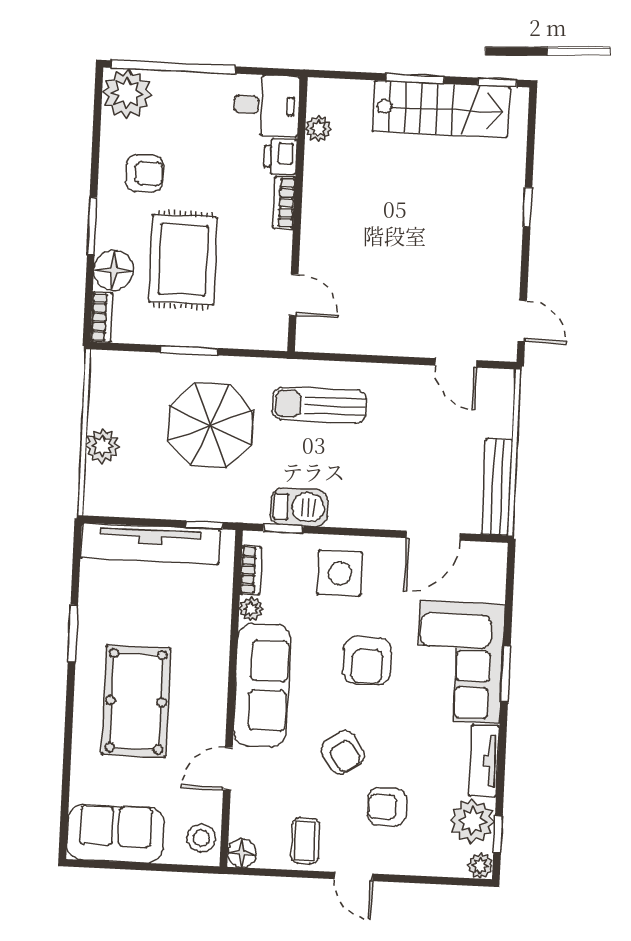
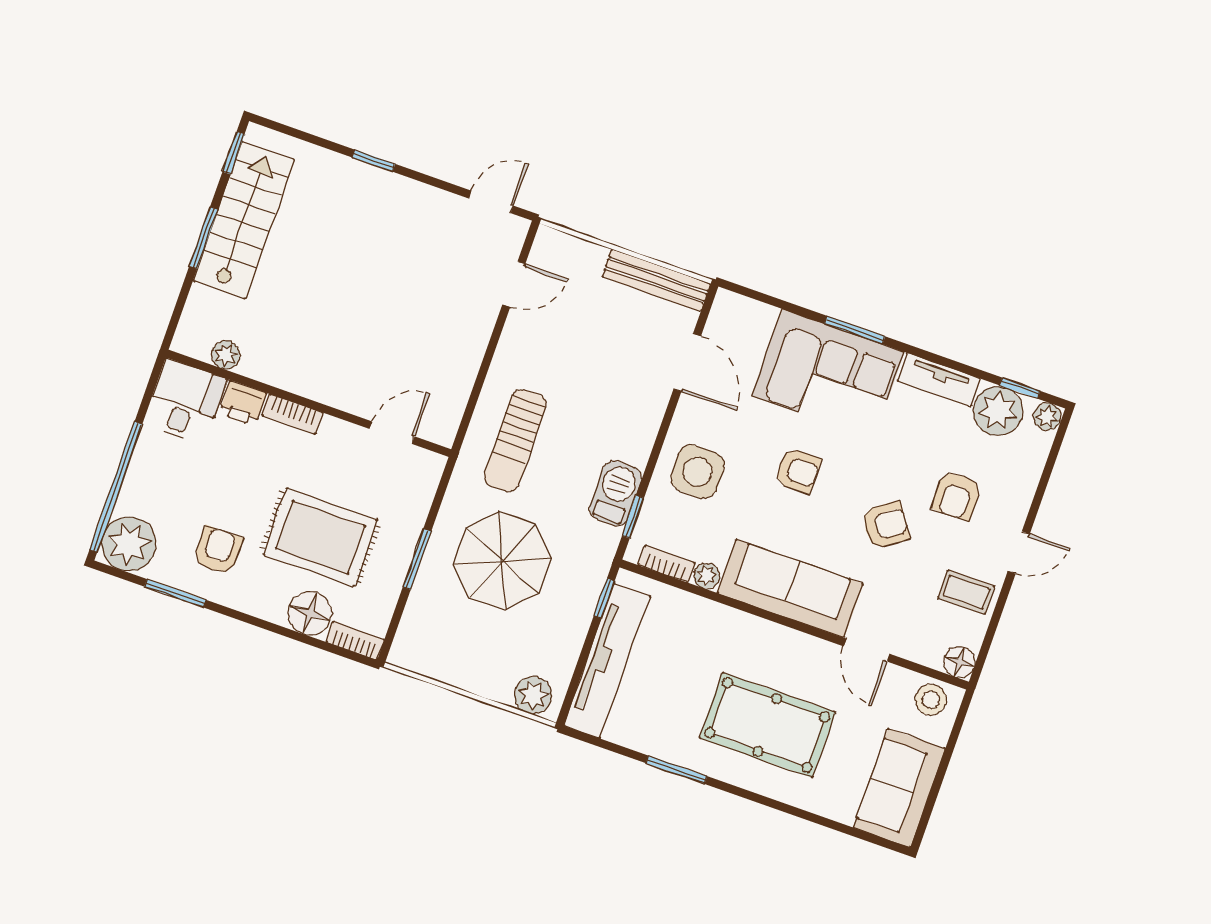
window: (92, 226) -> (175, 593), moved
plant: (102, 446) -> (533, 695), moved
armchair: (367, 661) -> (798, 471), width x0.72, depth x0.72

